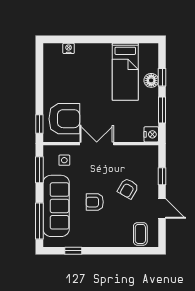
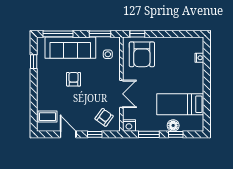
double door: (97, 144) -> (121, 94), moved
armchair: (128, 189) -> (104, 117), moved, turned 96
door: (162, 209) -> (68, 134), swing flipped

